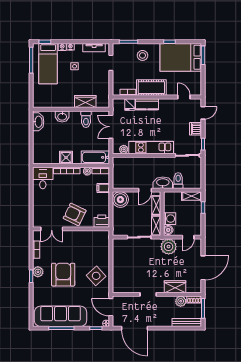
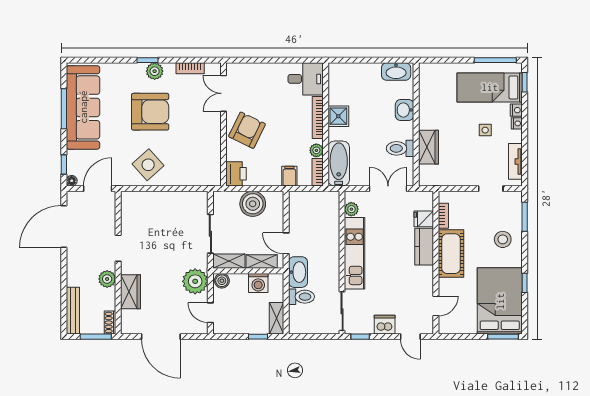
boiler: (120, 200) -> (253, 204), moved
washing machine: (170, 219) -> (258, 283), moved
plant: (181, 301) -> (107, 279), moved

